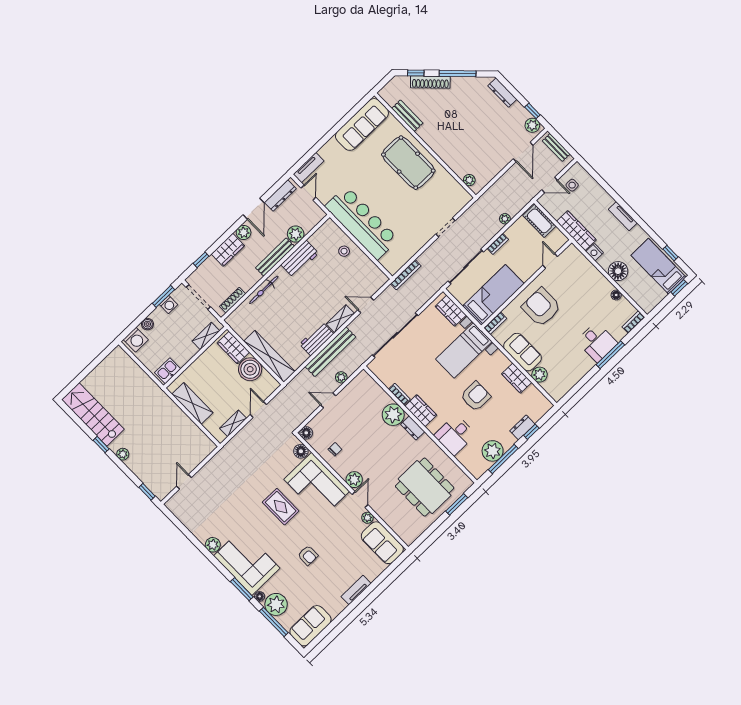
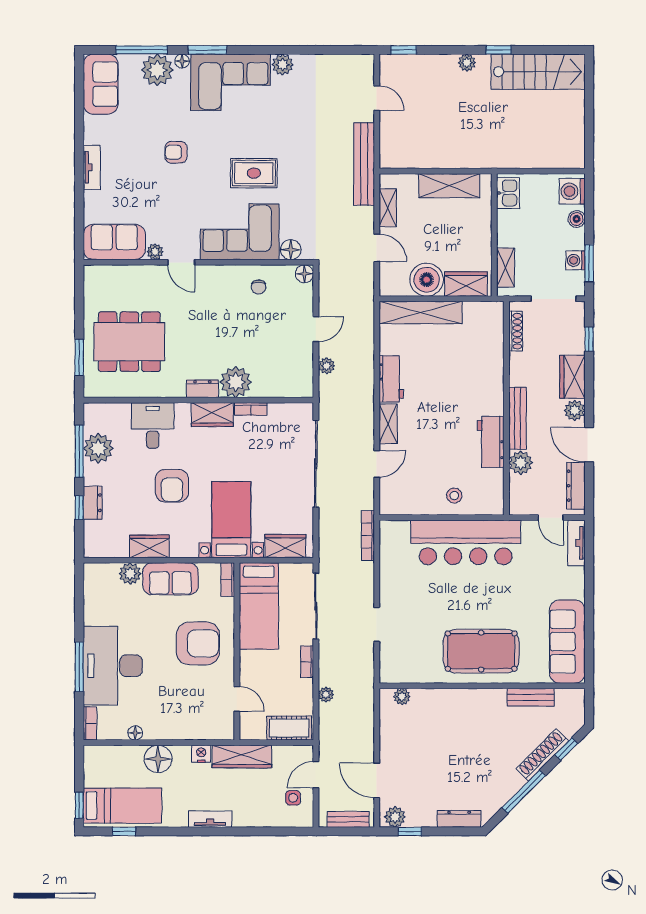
bicycle: (264, 290) -> (495, 374), removed
desk: (597, 342) -> (113, 666), width x1.87, depth x1.30
bench: (330, 352) -> (364, 164), moved
plant: (354, 480) -> (208, 276), removed

